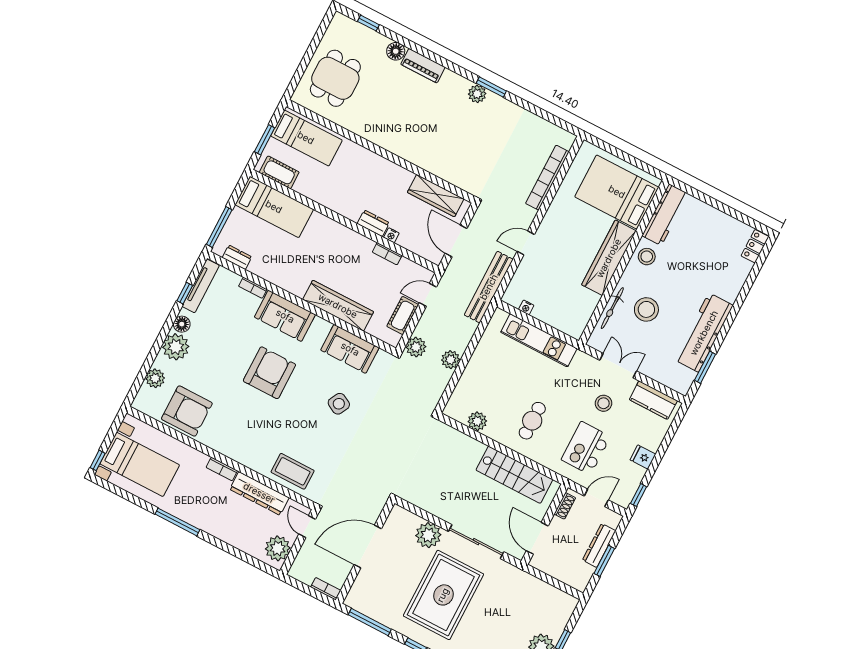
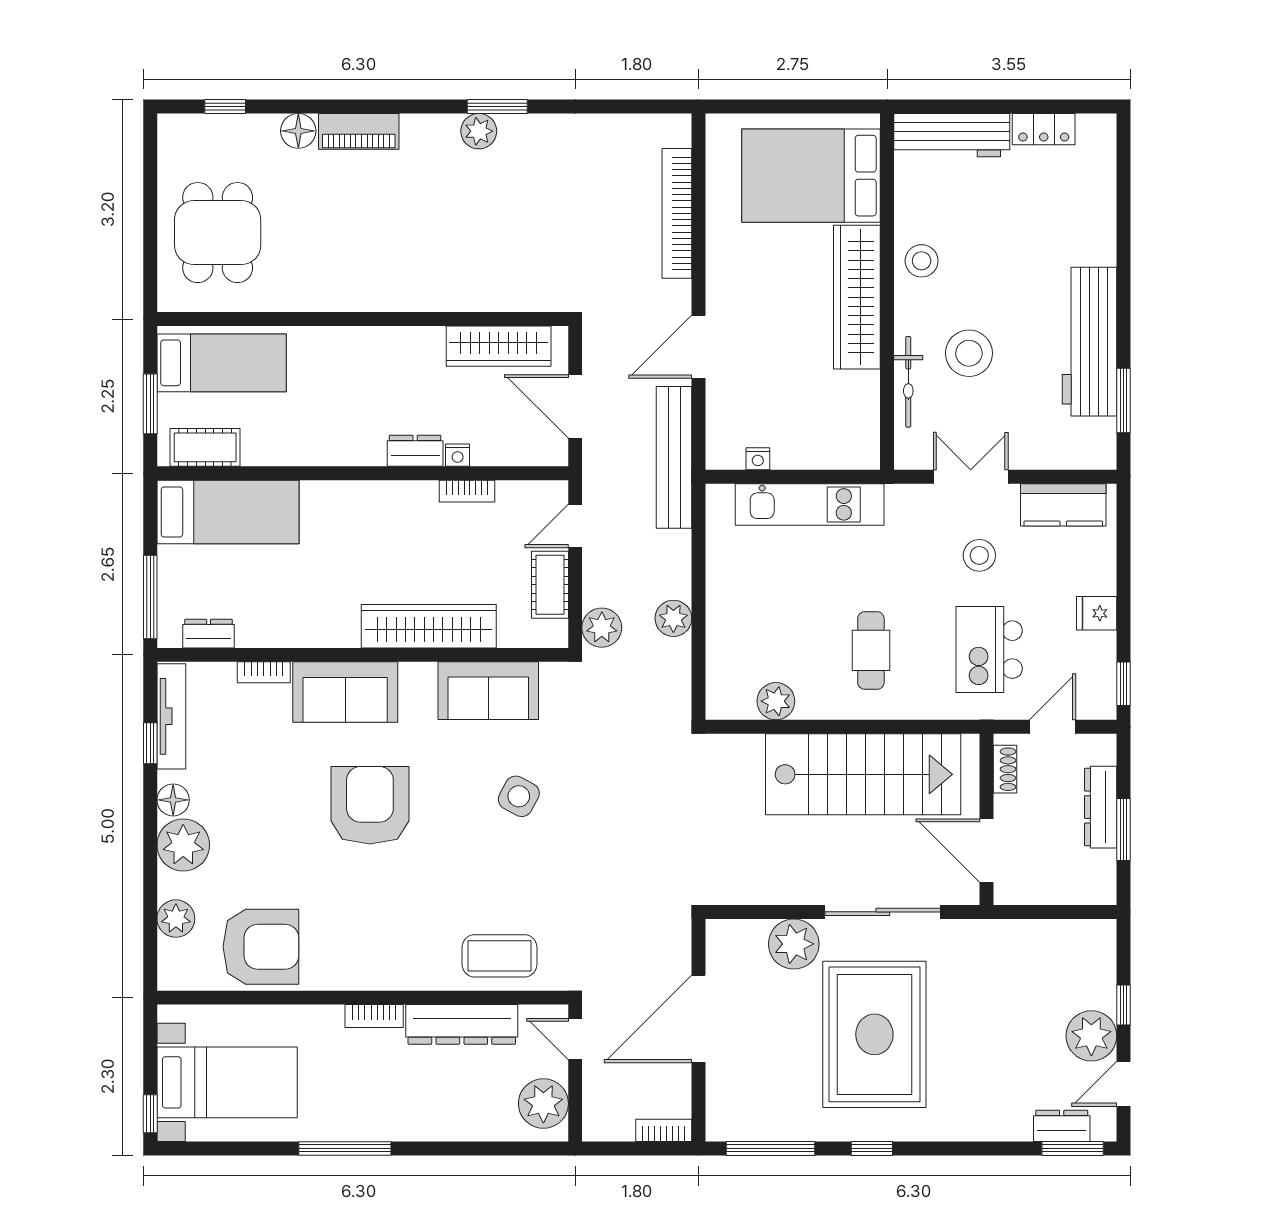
workbench: (665, 215) -> (952, 135), moved, turned 90
door: (526, 243) -> (699, 347), width x1.38
locker: (755, 246) -> (1044, 129), moved, turned -90
stairs: (514, 475) -> (863, 774), width x1.36, depth x1.51

